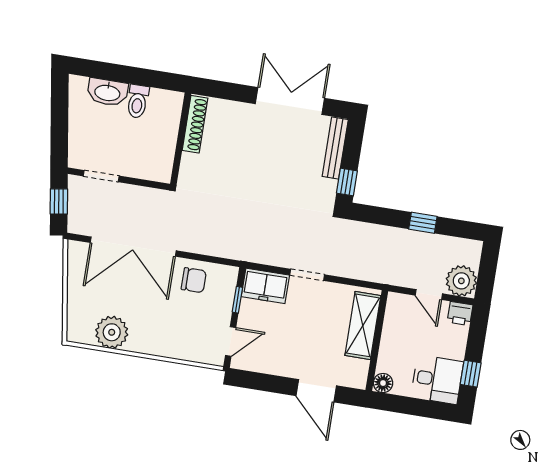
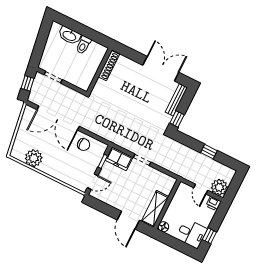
shelving: (363, 325) -> (155, 209), moved

